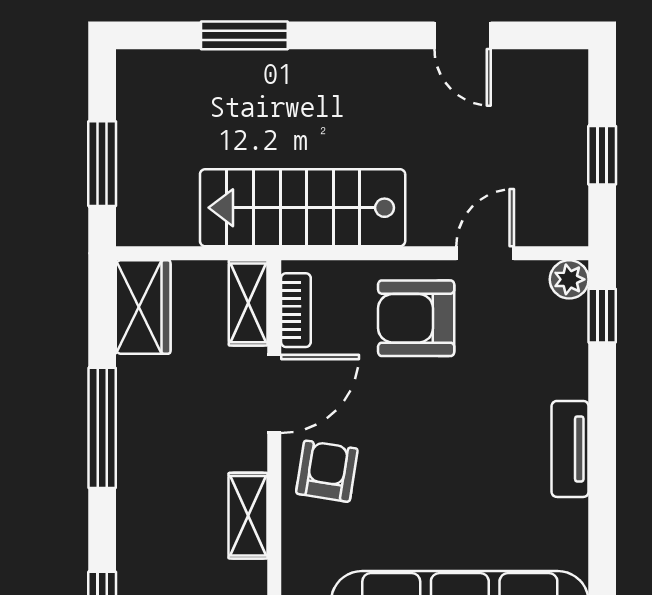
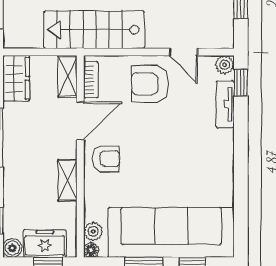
door: (485, 253) -> (184, 52), swing flipped
tv unit: (570, 449) -> (225, 104), moved
armchair: (327, 471) -> (106, 159), turned 81

